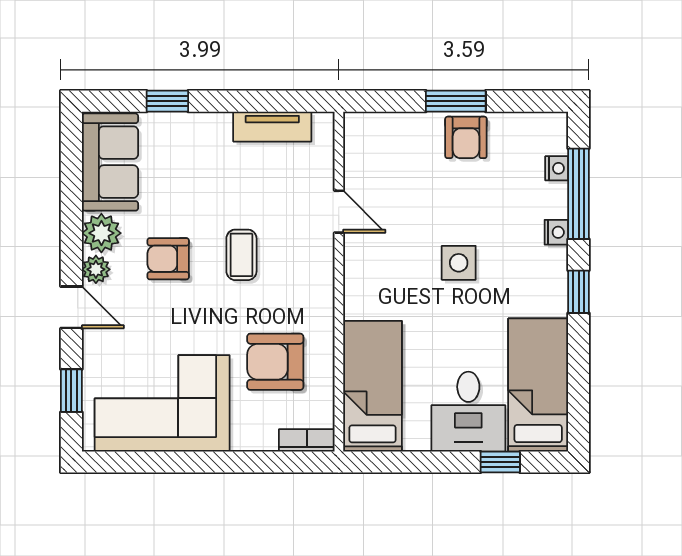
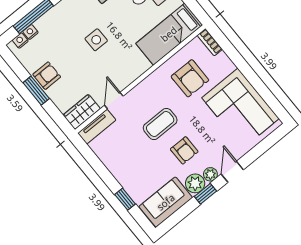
tv unit: (272, 127) -> (97, 127), moved, turned 90
wardrobe: (363, 146) -> (82, 112), added
nightstand: (556, 232) -> (20, 41), moved
coffee table: (241, 255) -> (160, 124), width x1.36, depth x1.30
window: (71, 391) -> (205, 194), moved

